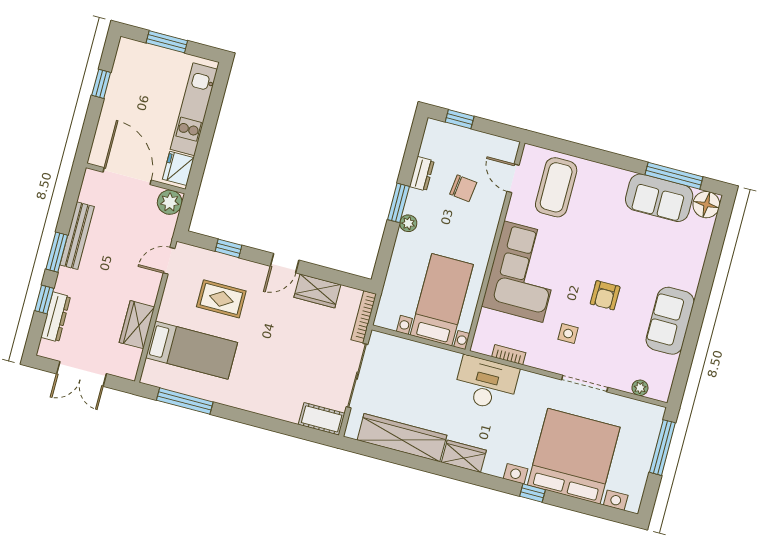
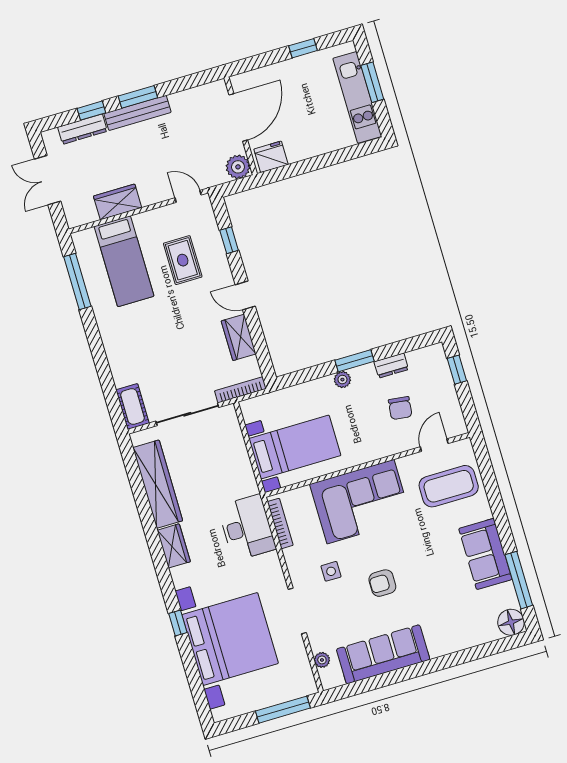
kitchen unit: (194, 109) -> (357, 97), moved, turned -90
sofa: (659, 198) -> (485, 554), moved
bench: (77, 236) -> (138, 113), moved
sofa: (670, 321) -> (383, 654), width x1.36
bookcase: (509, 355) -> (280, 523), width x1.56

